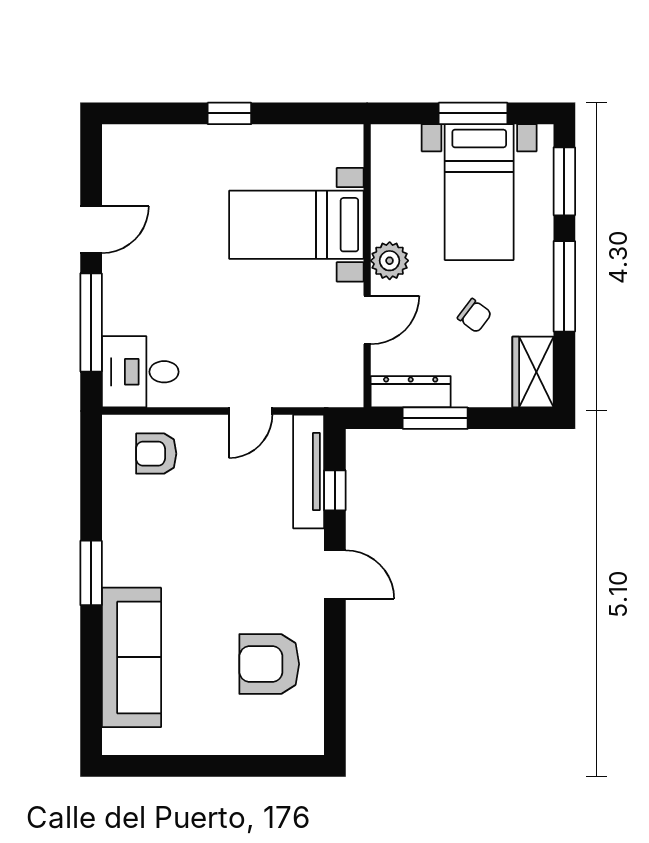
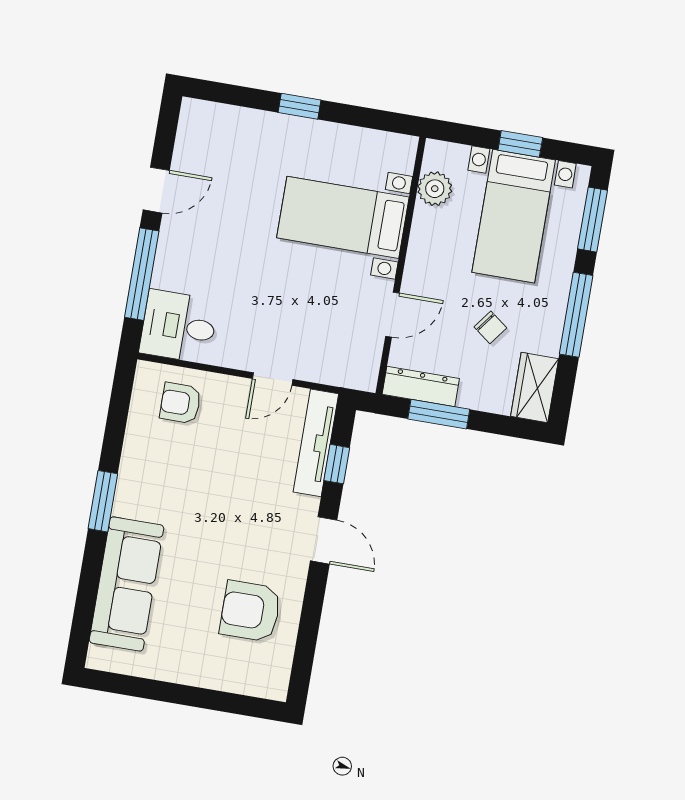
window: (473, 113) -> (520, 144), width x0.67
plant: (390, 261) -> (435, 189), moved

